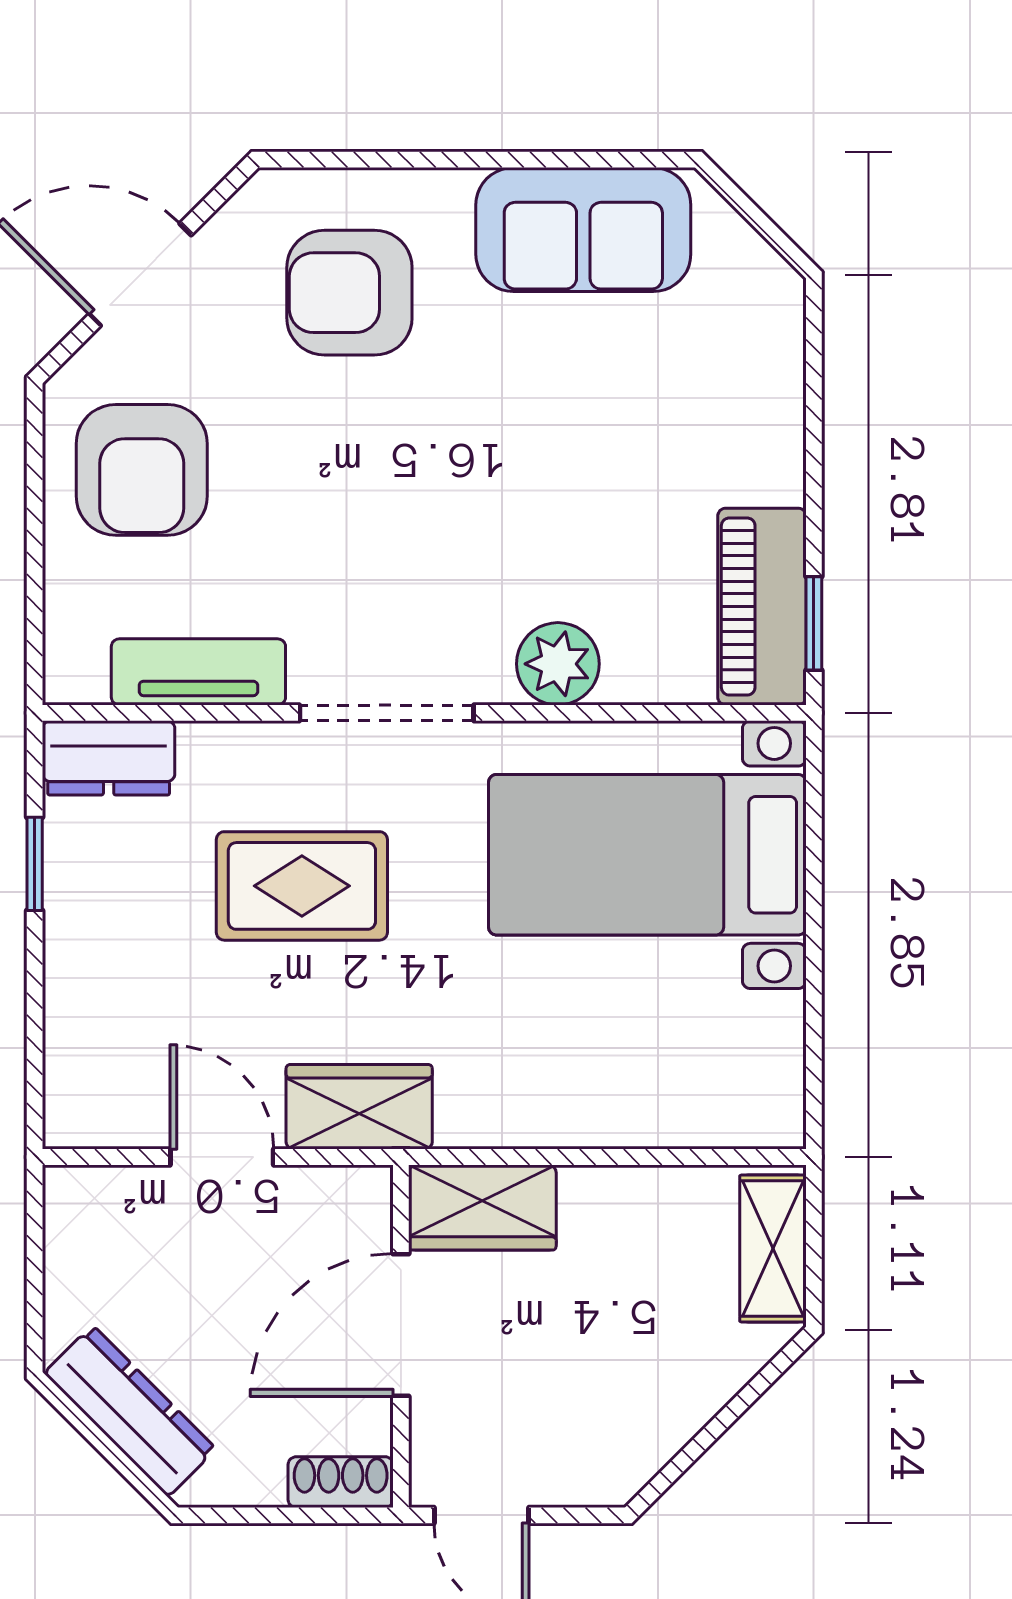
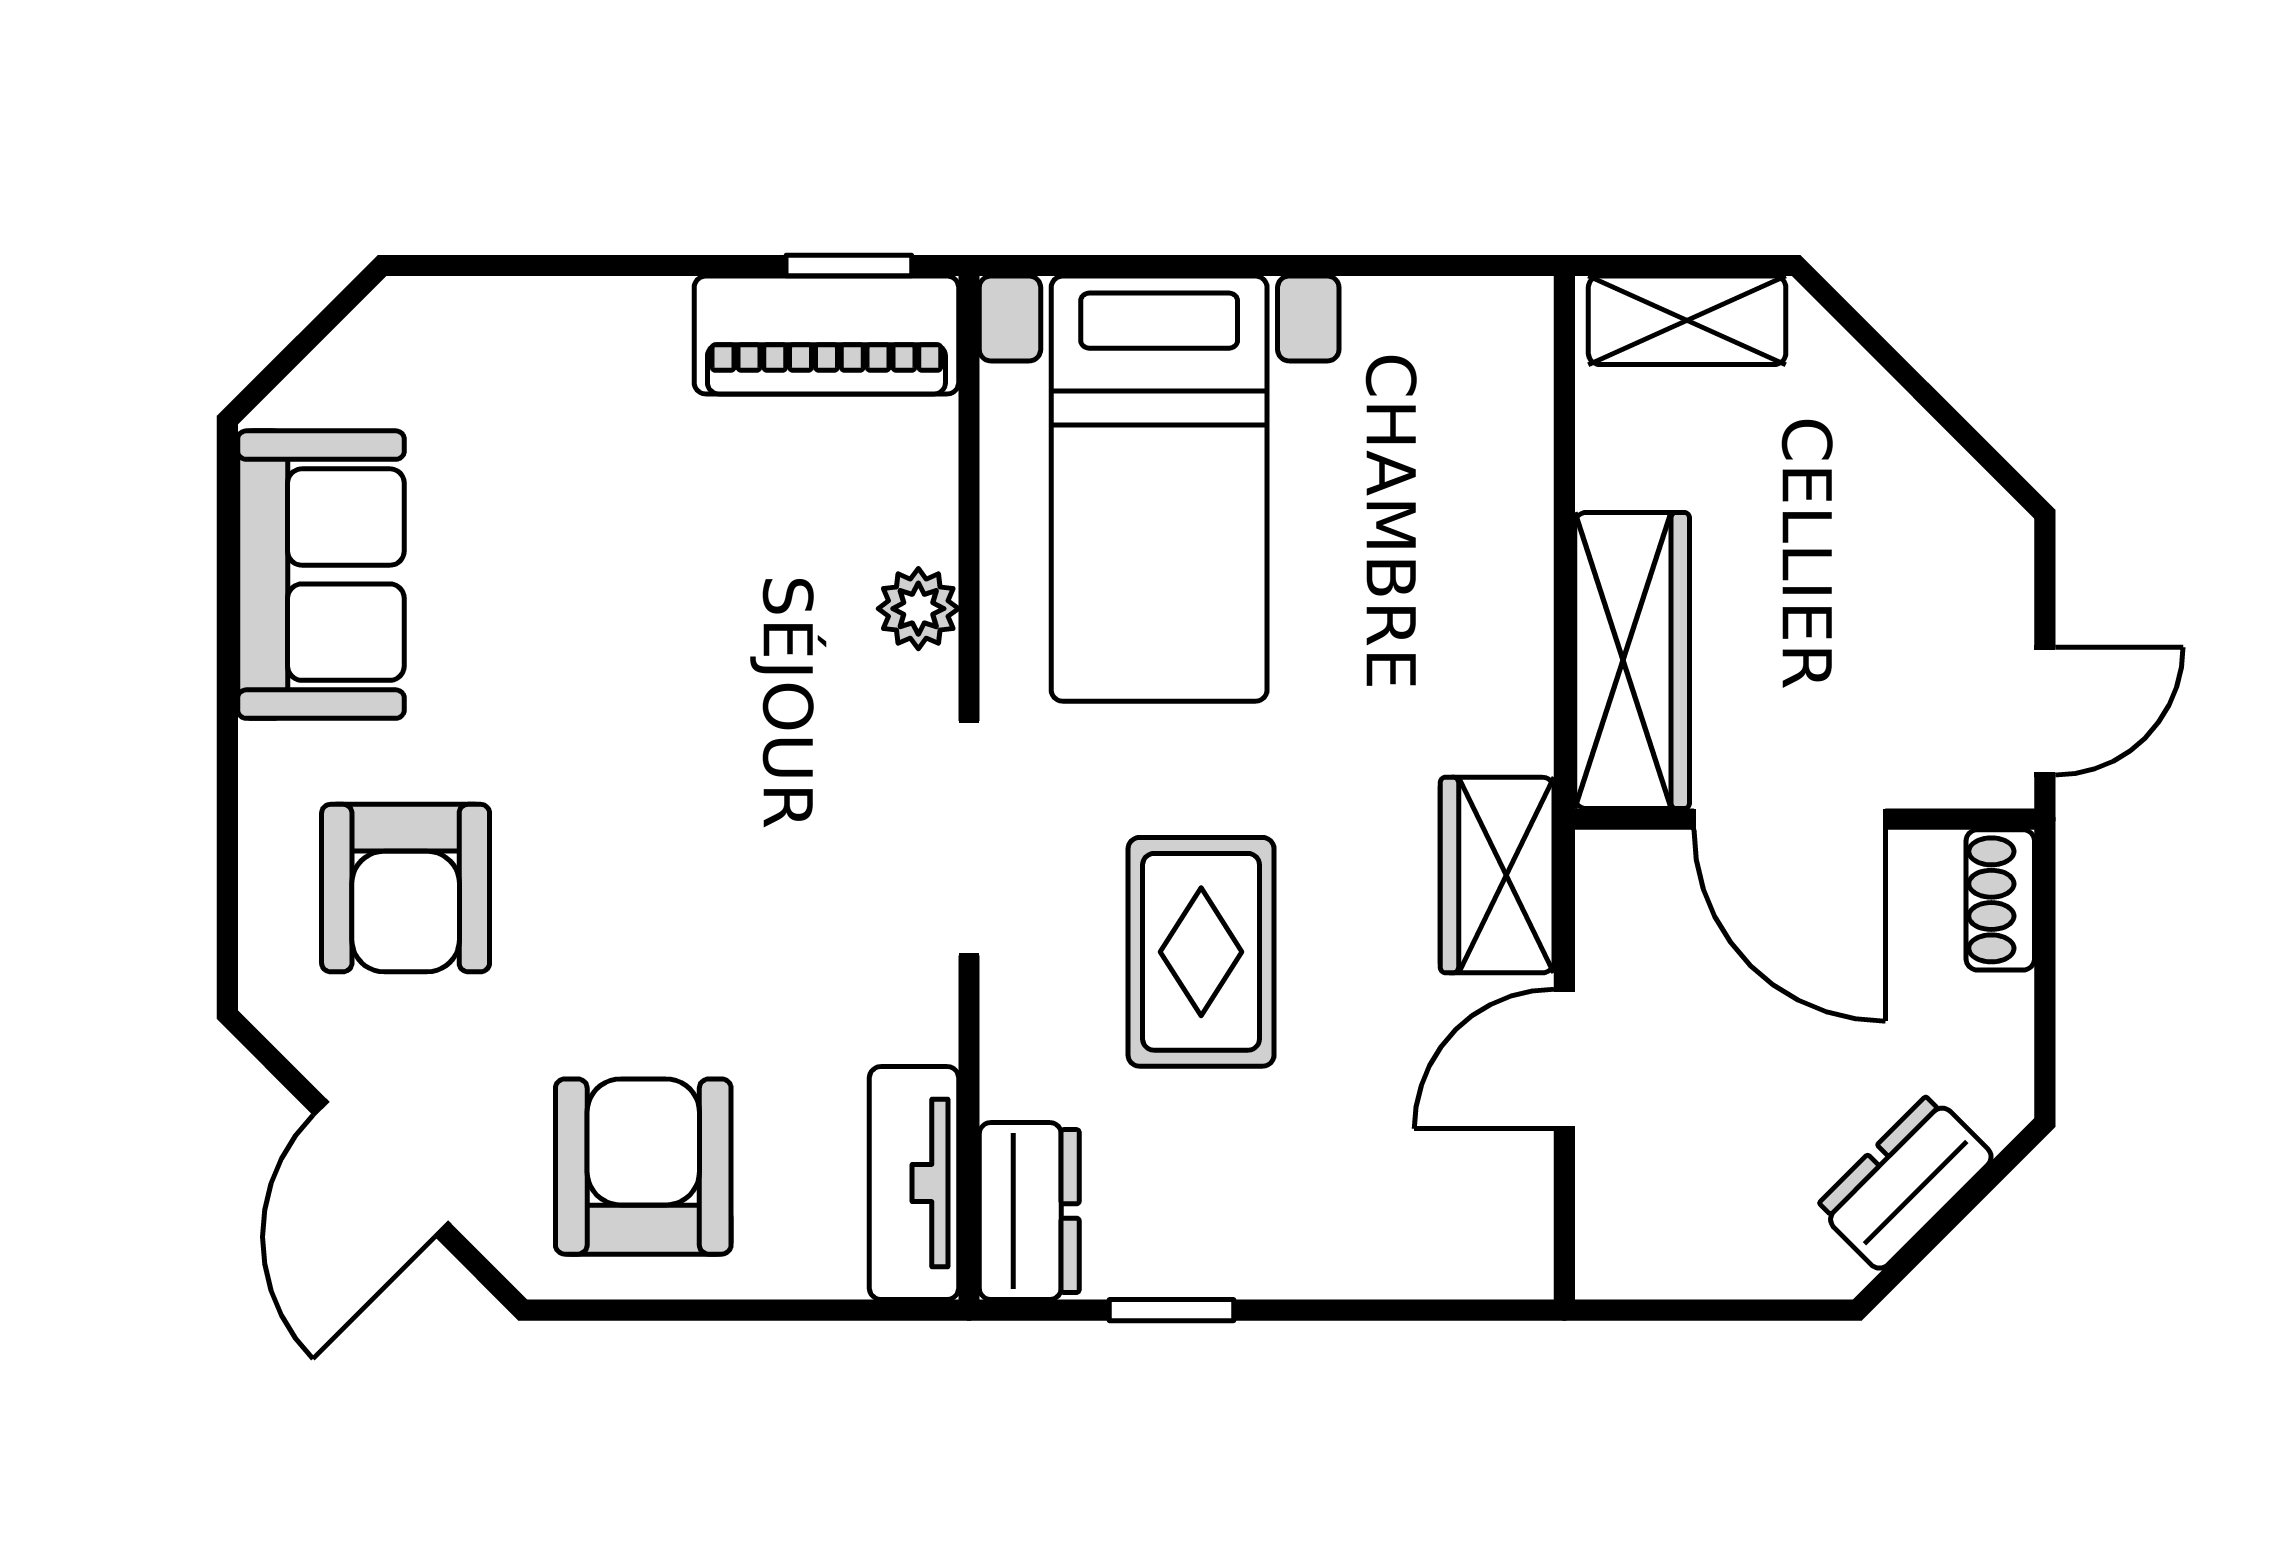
armchair: (142, 470) -> (643, 1167), turned -90
plant: (558, 664) -> (918, 609), width x0.73, depth x0.73
tv unit: (198, 672) -> (914, 1183), moved
wardrobe: (482, 1207) -> (1632, 660), width x1.50
dresser: (130, 1411) -> (1905, 1182), width x0.70

